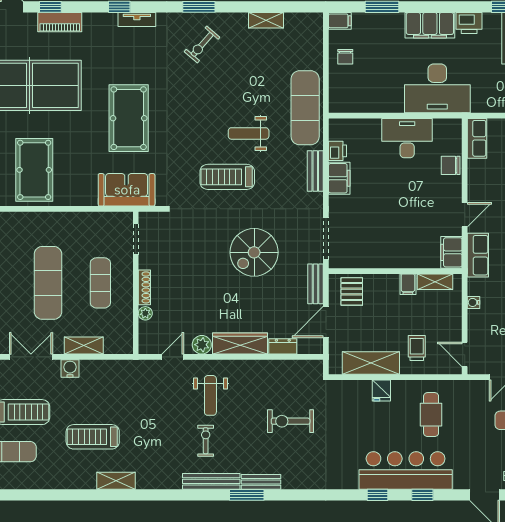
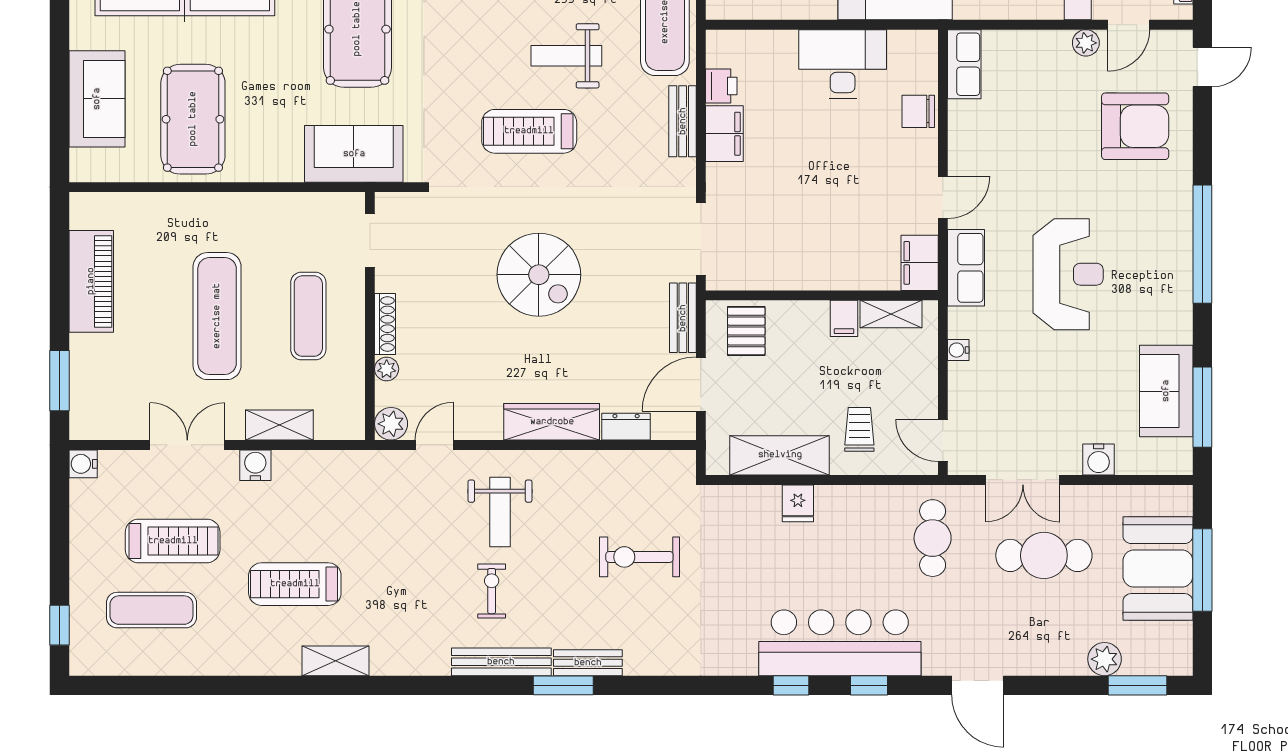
spiral stairs: (254, 252) -> (539, 275), moved, turned -90
plant: (202, 345) -> (391, 424), moved
cafe table: (431, 415) -> (933, 538), moved

